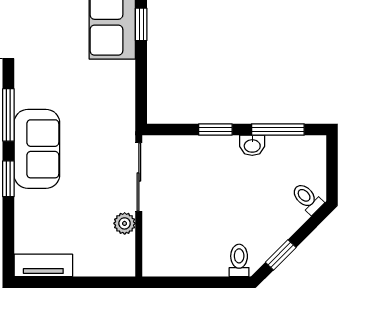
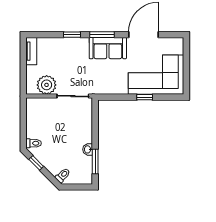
window: (215, 130) -> (95, 132), removed
sofa: (37, 149) -> (108, 48), moved
plant: (125, 223) -> (47, 85), width x1.88, depth x1.88

